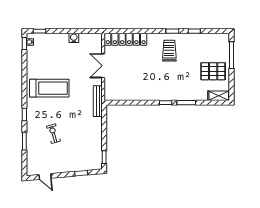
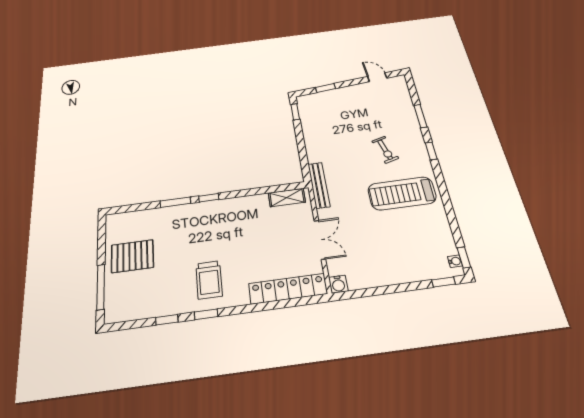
water cooler: (74, 38) -> (338, 284), moved
shelving: (219, 96) -> (287, 198), moved
exercise bike: (53, 134) -> (385, 150), moved

